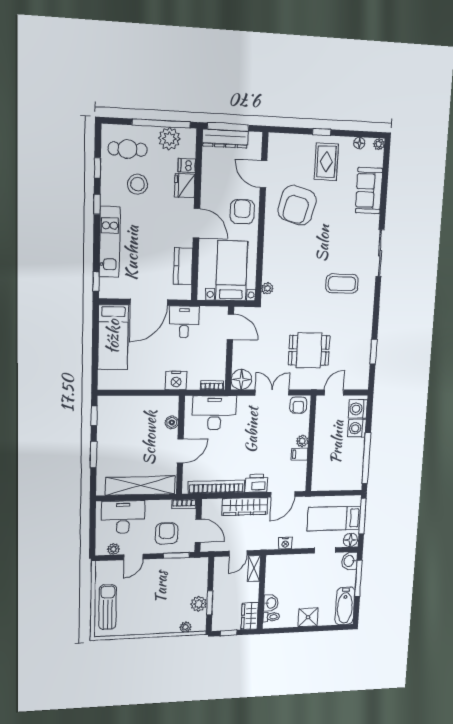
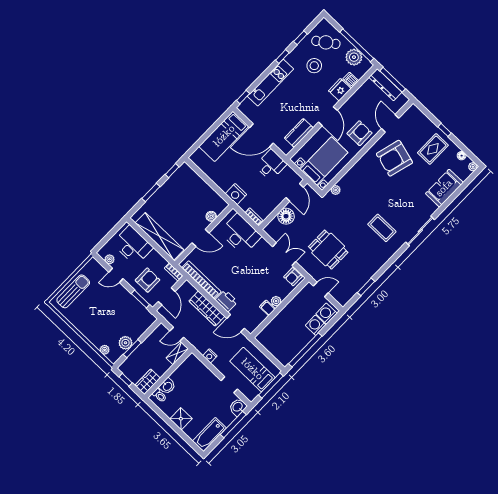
cafe table: (128, 149) -> (326, 42), turned -35
floor lamp: (241, 380) -> (286, 216), moved
floor lamp: (350, 540) -> (250, 394), removed

